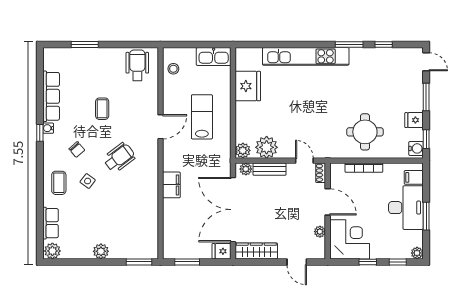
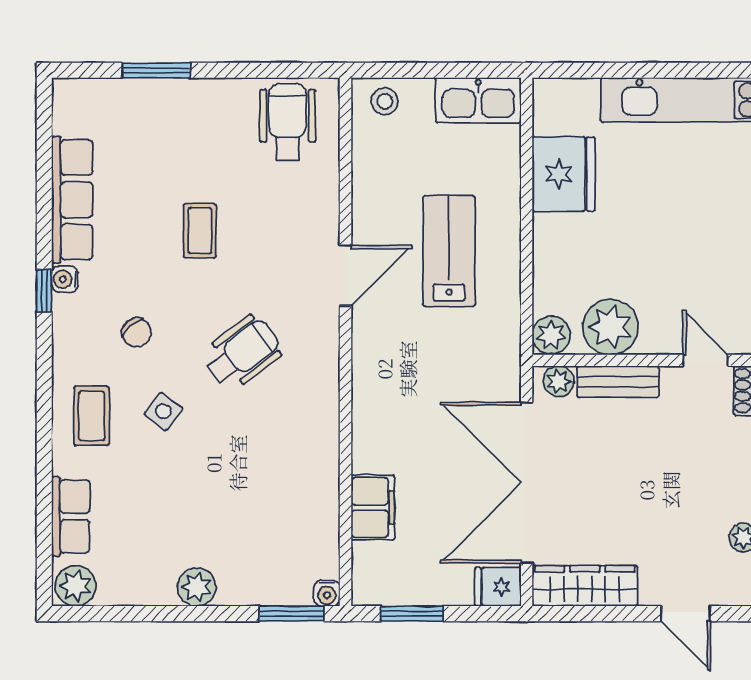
stool: (173, 69) -> (385, 101), moved
filing cabinet: (171, 185) -> (373, 507), moved
water cooler: (153, 254) -> (327, 593), added

